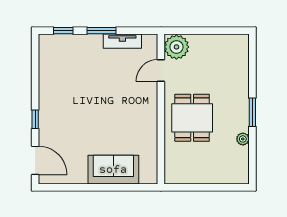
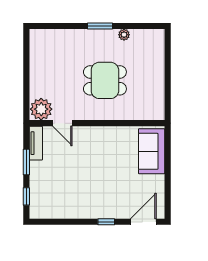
plant: (176, 47) -> (41, 109), moved
door: (161, 70) -> (62, 123), moved
wall: (161, 109) -> (97, 123), moved

